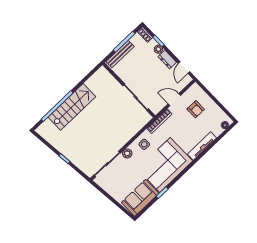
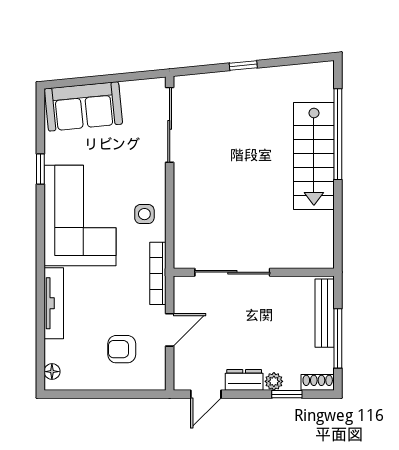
door: (184, 67) -> (206, 394), swing flipped
plant: (127, 153) -> (156, 173), removed
sofa: (140, 198) -> (83, 106), moved, turned 84

